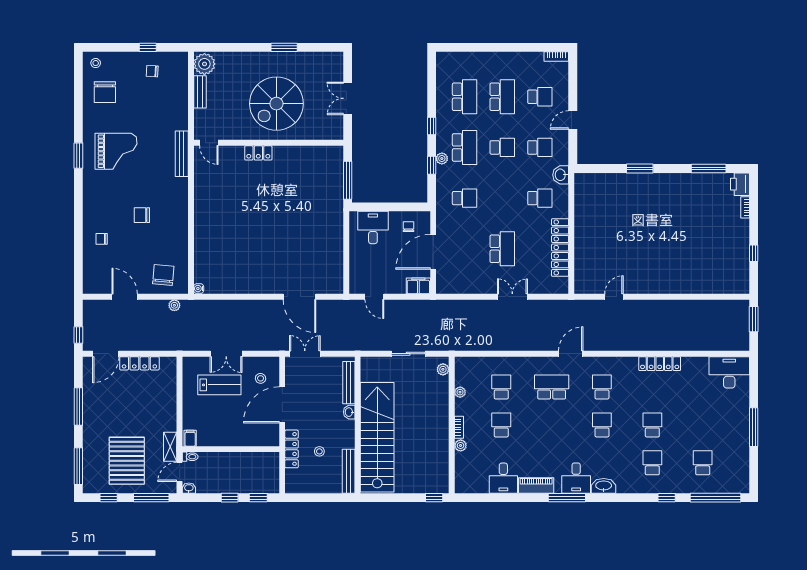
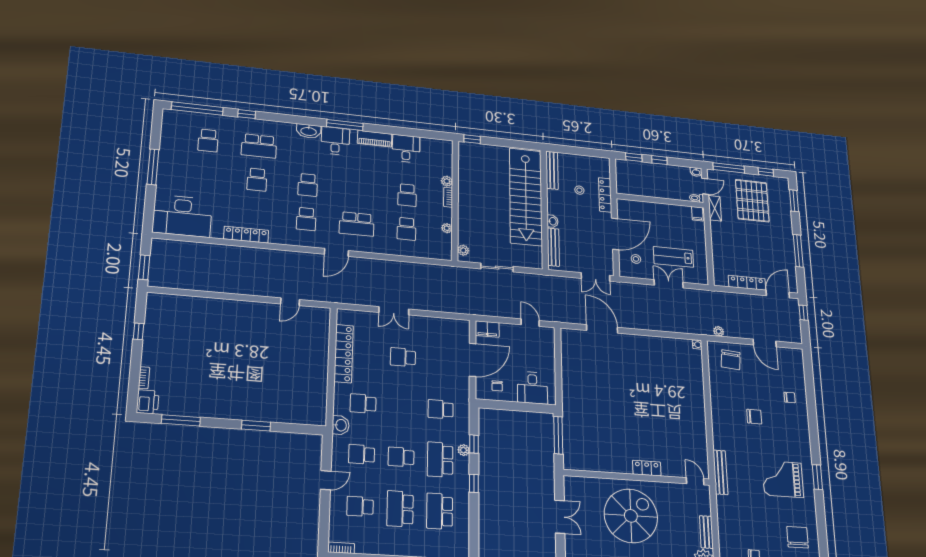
school desk: (502, 249) -> (403, 357), width x0.54
desk: (729, 372) -> (182, 216), width x1.36, depth x1.30
school desk: (652, 463) -> (259, 146), width x1.85
window: (78, 466) -> (794, 201), width x0.69

